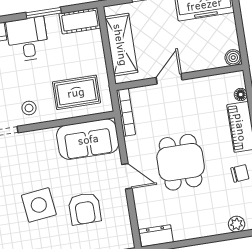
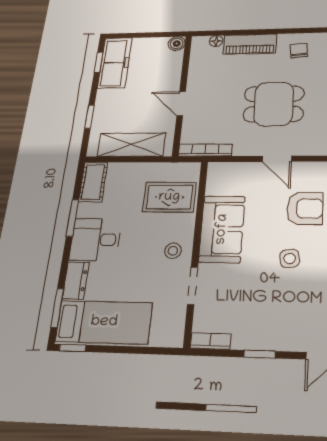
rug: (76, 92) -> (169, 197), turned 90
sofa: (88, 139) -> (222, 229), moved
door: (127, 176) -> (277, 159), swing flipped
side table: (39, 205) -> (290, 258), width x0.54, depth x0.54

